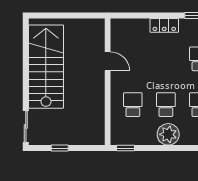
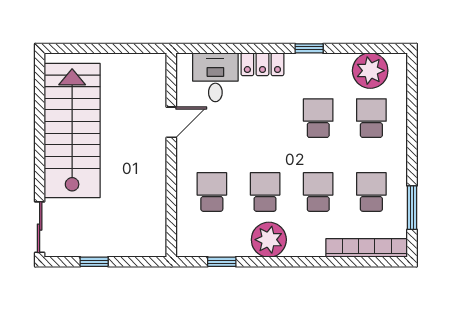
desk: (135, 33) -> (215, 77), added
door: (108, 61) -> (171, 122), hinge flipped
window: (126, 148) -> (222, 262), moved

